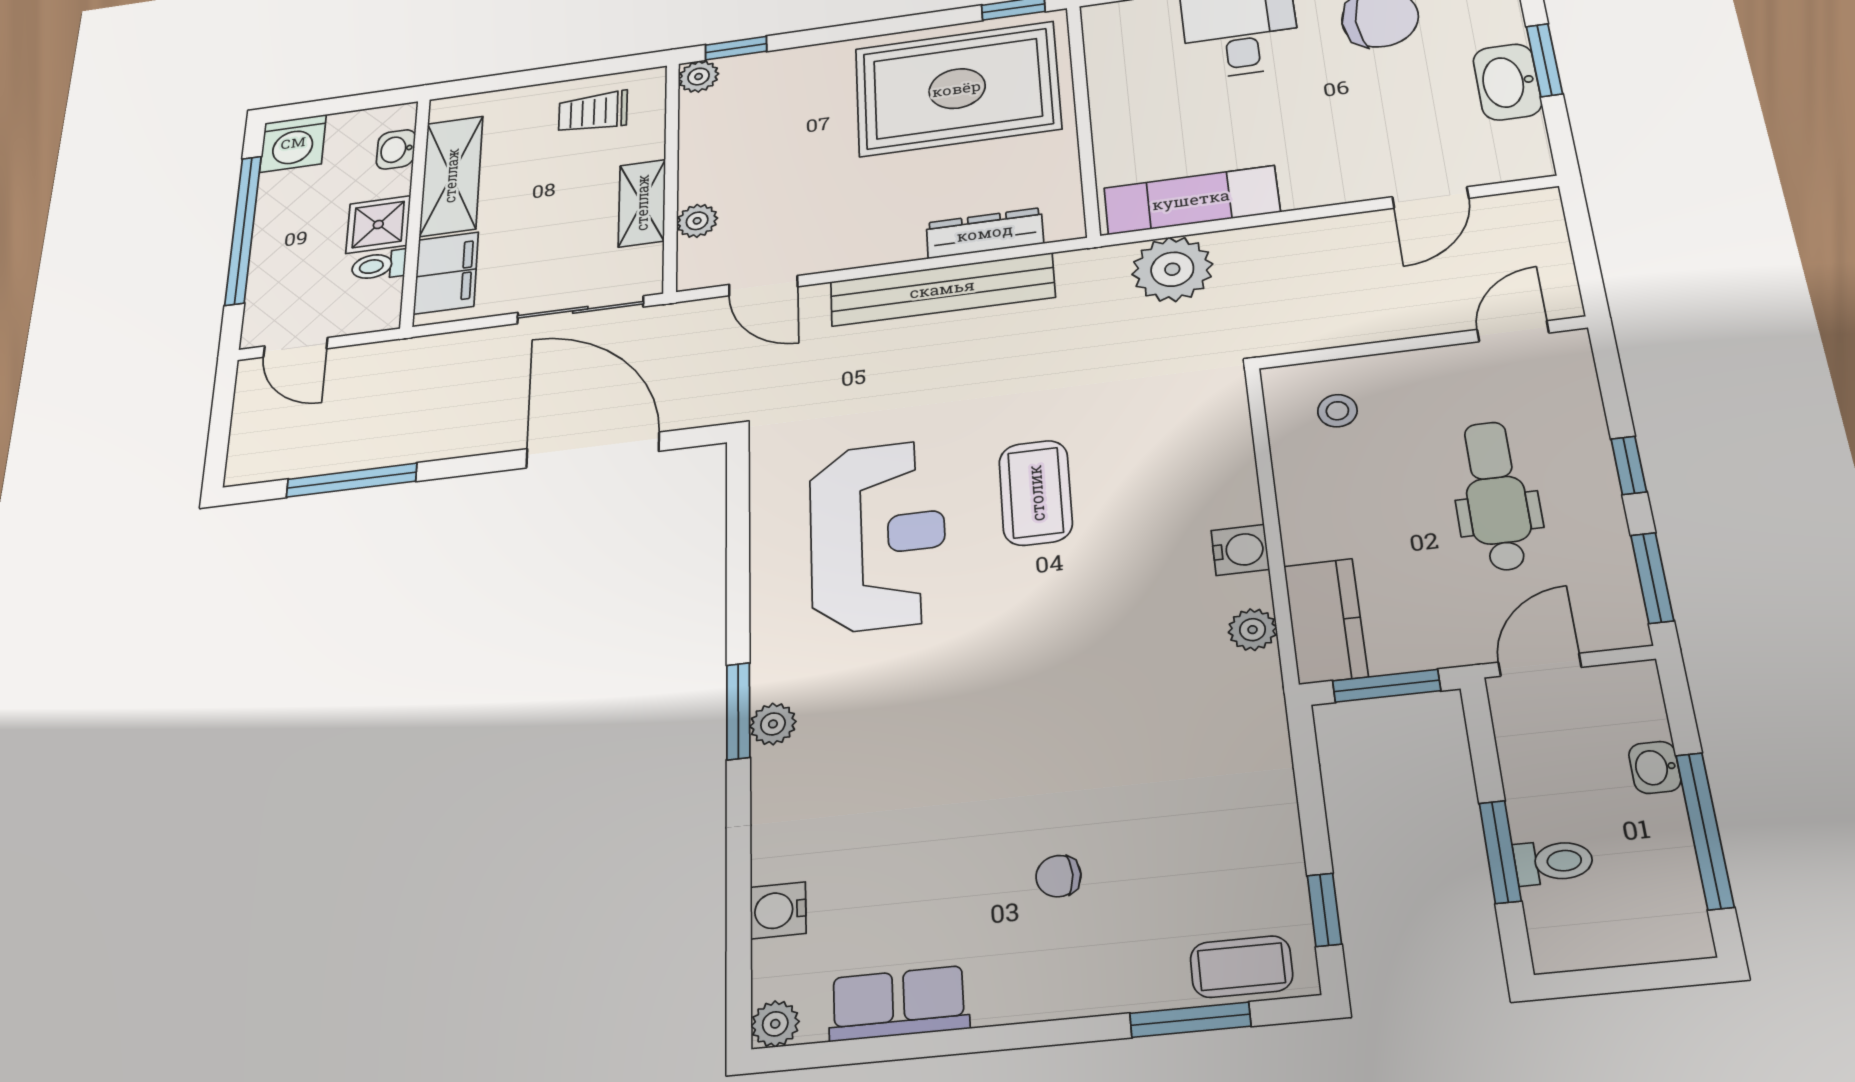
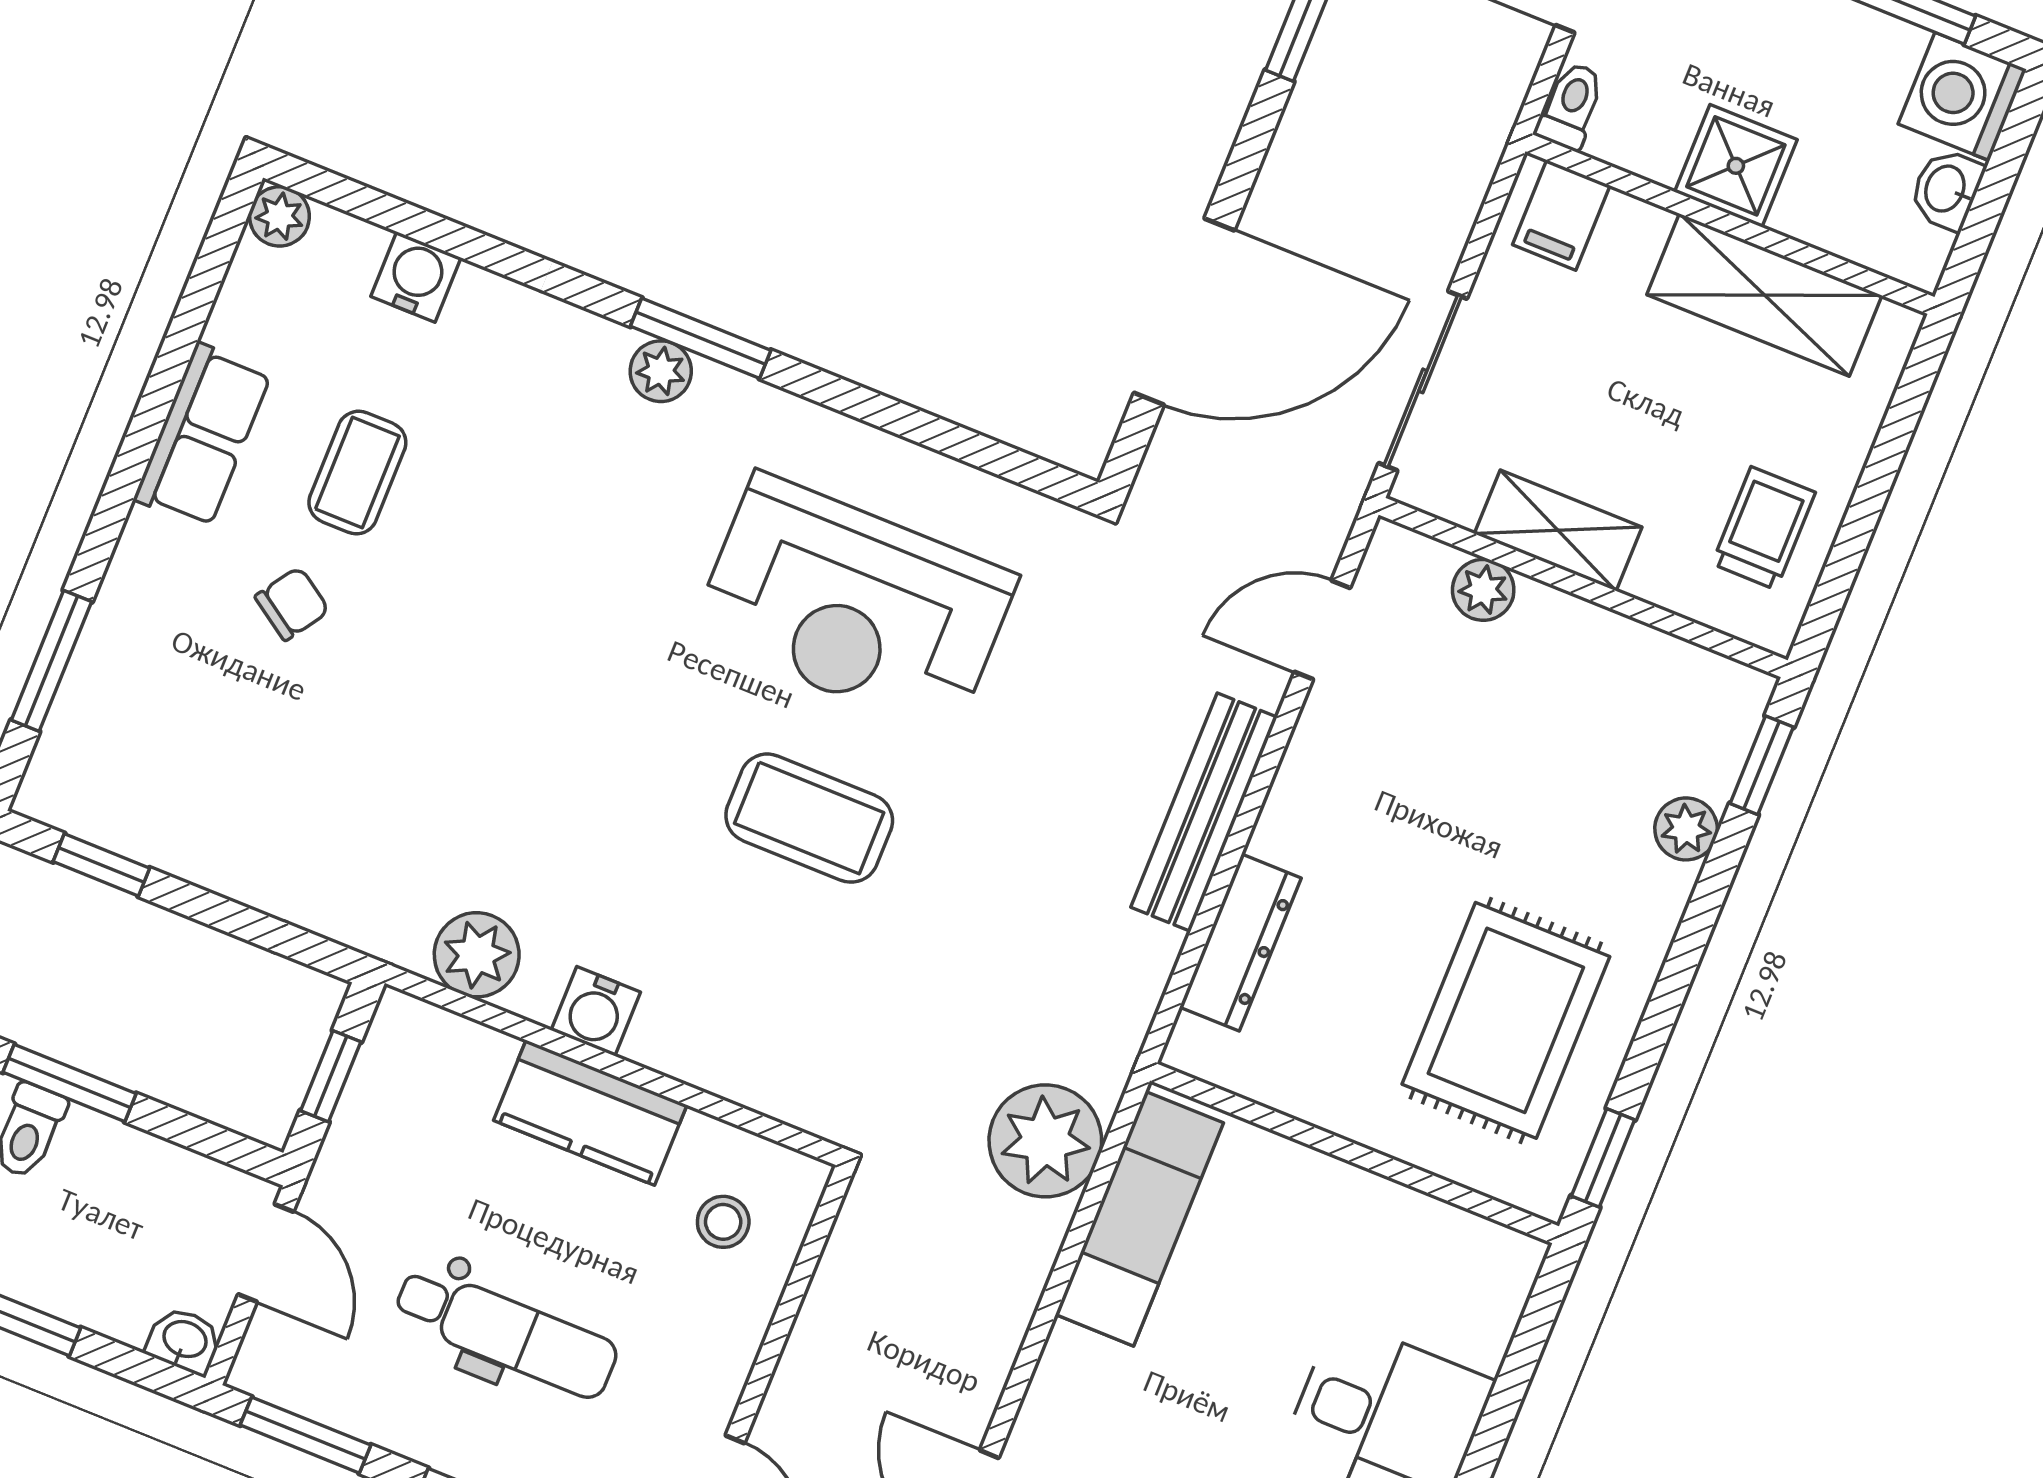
plant: (699, 77) -> (1686, 829), moved
rug: (957, 89) -> (1506, 1020), width x0.73, depth x0.69
washbasin: (396, 149) -> (1946, 189), moved, turned -90
toilet: (379, 266) -> (1571, 106), moved
filing cabinet: (446, 273) -> (1561, 215), width x0.50
bench: (942, 289) -> (1204, 812), width x0.73, depth x0.82
kitchen counter: (1326, 621) -> (590, 1113), moved
plant: (1253, 630) -> (477, 955), width x1.38, depth x1.38
window: (1386, 686) -> (331, 1076), width x0.67
washbasin: (1655, 767) -> (184, 1341), moved
chair: (1058, 876) -> (292, 604), turned 34
coffee table: (1241, 967) -> (357, 473), moved
row of seats: (898, 1003) -> (203, 436), moved

